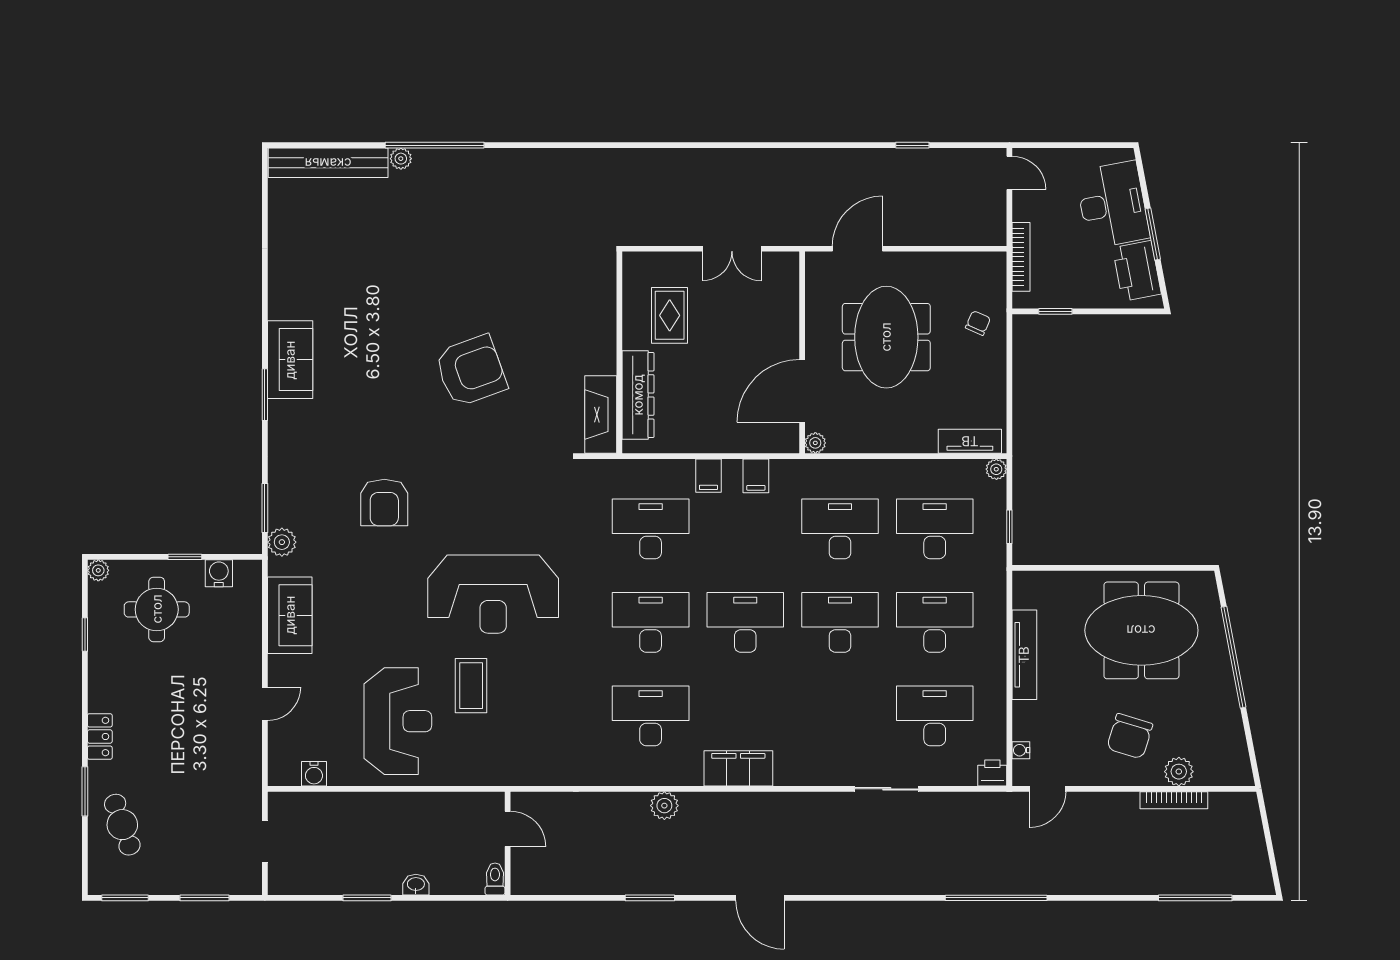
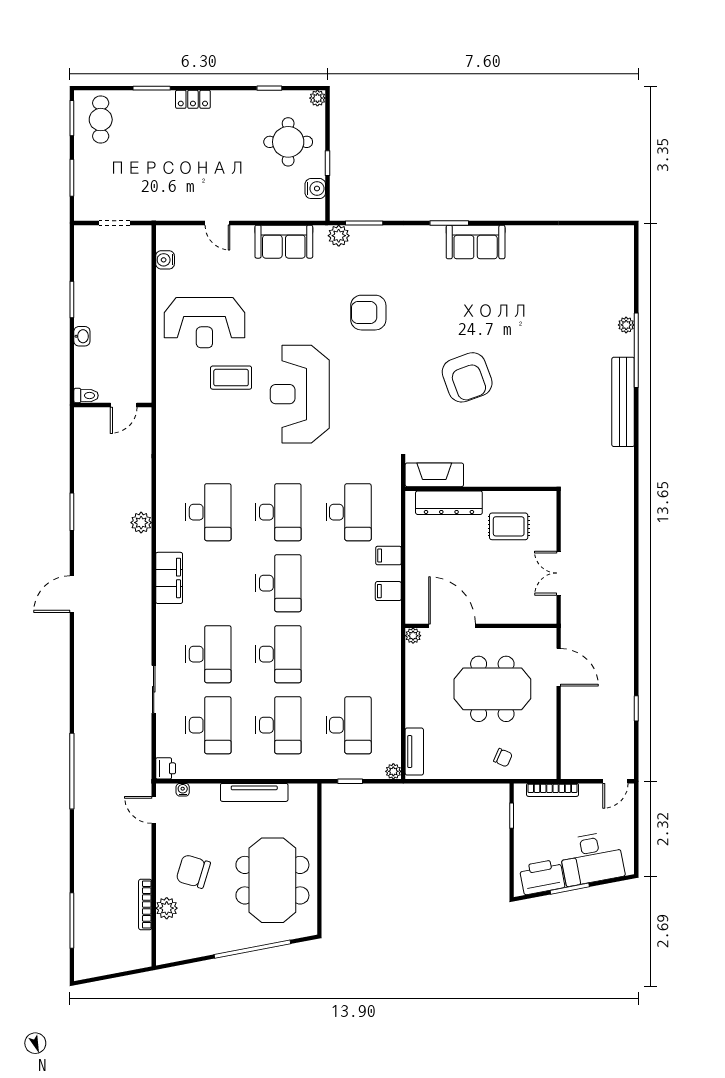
bench: (328, 163) -> (623, 402), moved
desk: (840, 529) -> (208, 654), moved
cafe table: (122, 825) -> (101, 120), moved, turned -71

